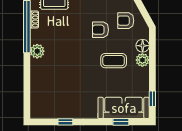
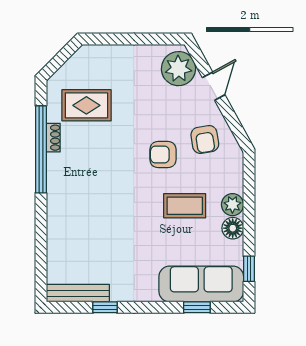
armchair: (126, 21) -> (205, 139), turned -99
floor lamp: (143, 46) -> (233, 228), moved
plant: (37, 51) -> (58, 190), removed
bench: (49, 113) -> (78, 293), added

